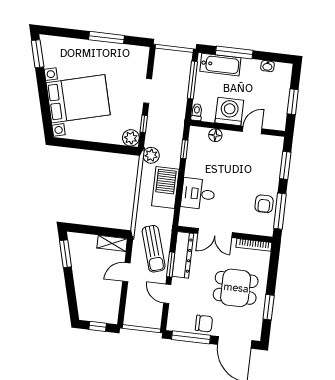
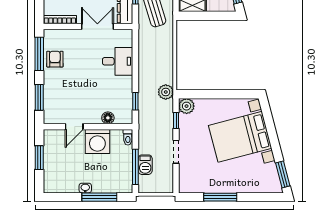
bathtub: (220, 65) -> (111, 184), removed
washbasin: (267, 66) -> (85, 188), moved
barbecue: (165, 187) -> (145, 165), moved, width x0.53, depth x0.65

